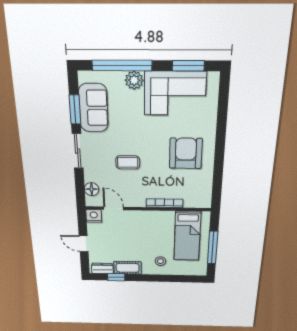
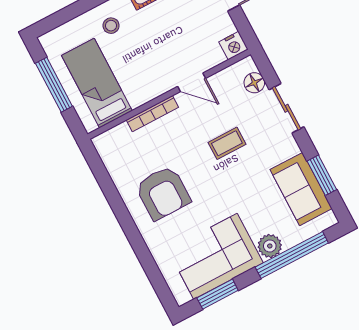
sliding door: (78, 151) -> (286, 108), moved
door: (114, 208) -> (192, 82), moved

